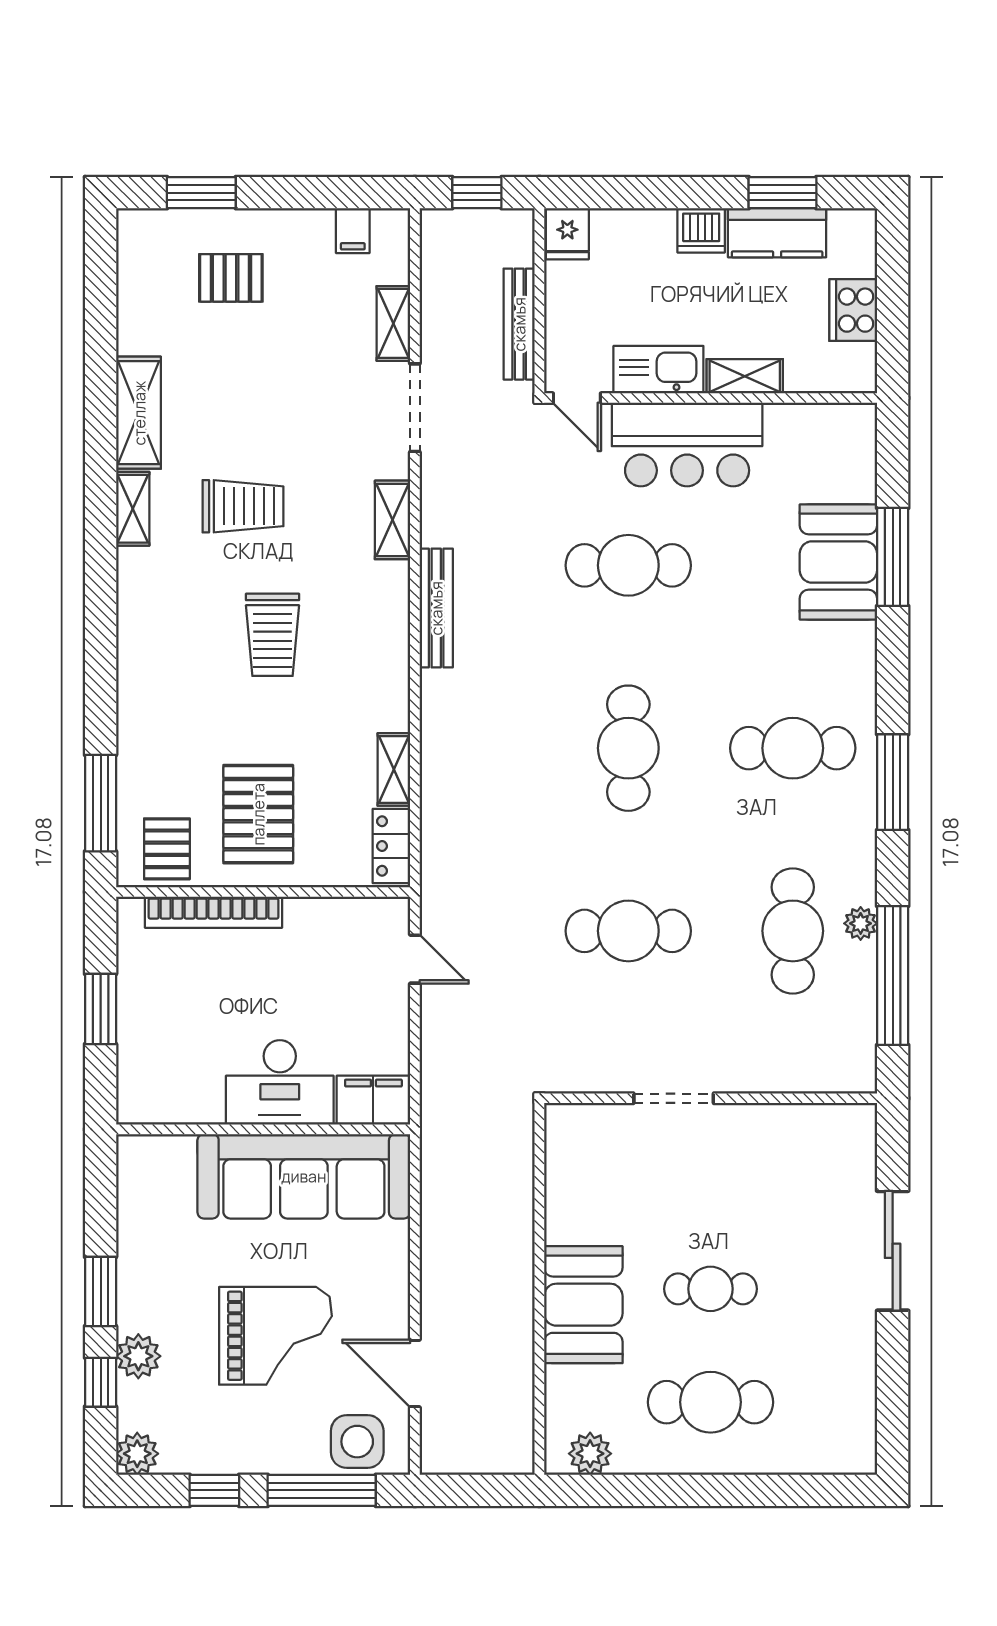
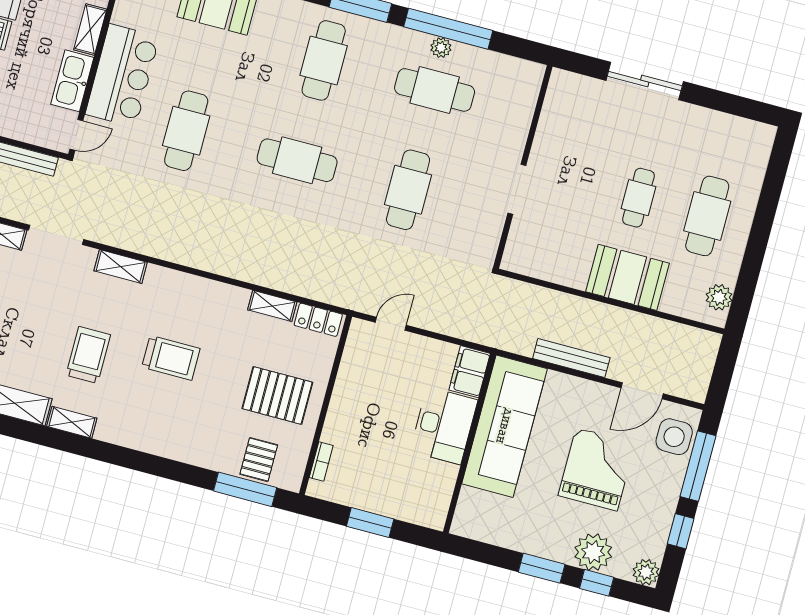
bench: (436, 608) -> (571, 358), moved
pallet: (167, 849) -> (259, 460), moved, turned 90
bookcase: (214, 912) -> (321, 461), width x0.43, depth x0.76
window: (893, 975) -> (448, 29), moved
plant: (138, 1356) -> (593, 552), width x1.36, depth x1.36

